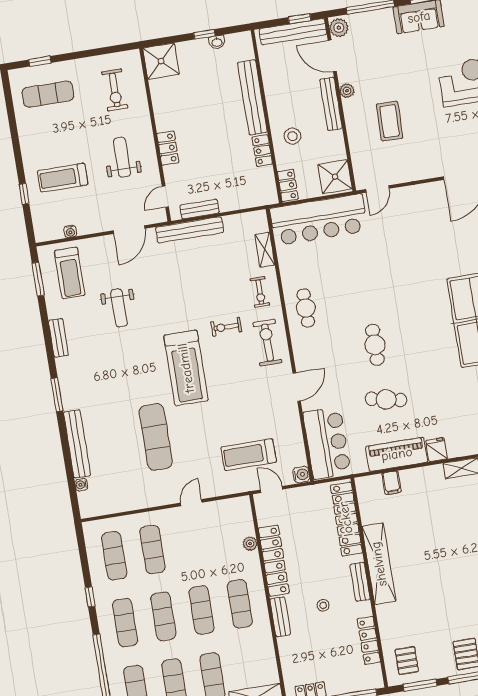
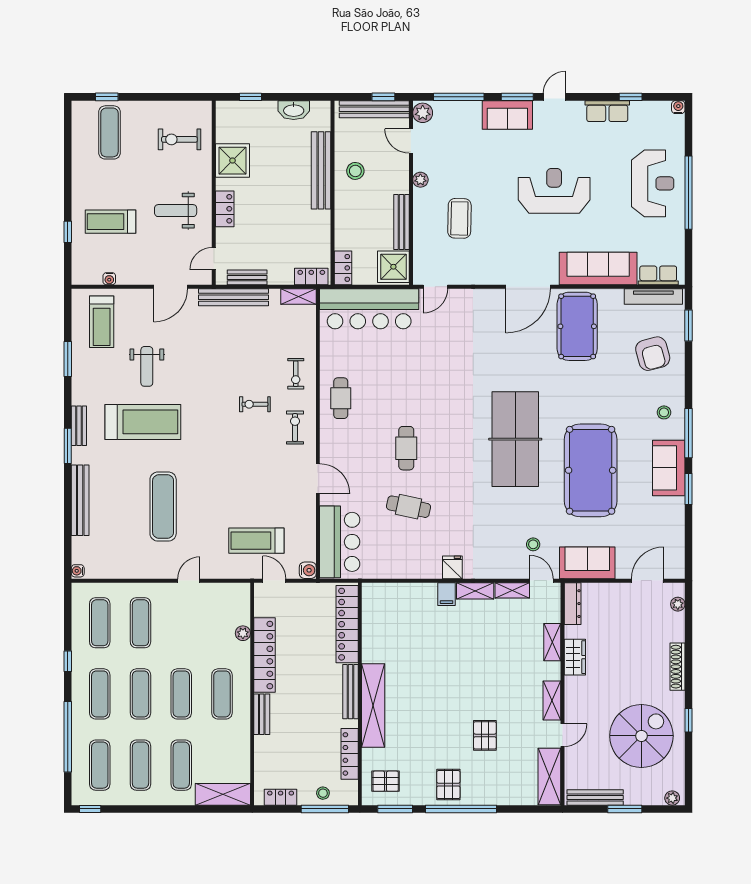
window: (204, 34) -> (251, 97), moved
washbasin: (217, 42) -> (294, 110), width x1.91, depth x1.45
door: (332, 56) -> (411, 141), width x0.73
shower: (161, 61) -> (232, 161), moved
exercise bike: (115, 90) -> (179, 139), turned 90
exercise mat: (48, 94) -> (109, 132), turned 90
bench: (331, 104) -> (401, 222), moved
stool: (292, 136) -> (355, 171), moved
locker: (262, 151) -> (311, 277), moved, turned 90
weight bench: (122, 157) -> (176, 211), turned -90
shelving: (265, 250) -> (298, 297), moved, turned 90
window: (38, 279) -> (68, 359), moved
bench: (58, 338) -> (79, 426), moved
exercise bike: (267, 343) -> (295, 428), width x0.73, depth x0.72
treadmill: (186, 368) -> (143, 422), moved, turned -90
door: (297, 387) -> (318, 479), hinge flipped
piano: (397, 454) -> (410, 565), removed
filing cabinet: (392, 483) -> (447, 594), moved
water cooler: (81, 485) -> (78, 571), moved
shelving: (379, 564) -> (373, 705), moved
bench: (360, 582) -> (350, 692), width x1.36
stool: (323, 605) -> (323, 793), moved
pallet: (407, 661) -> (386, 781), turned 90

